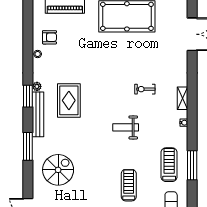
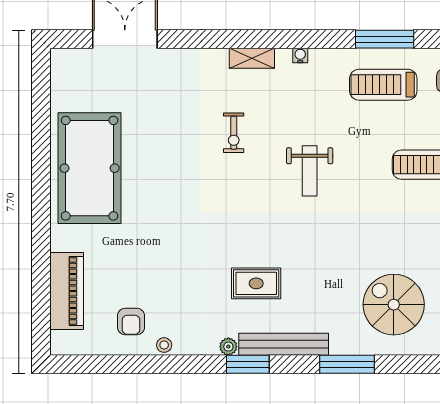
armchair: (50, 37) -> (131, 322), turned 180
rug: (69, 100) -> (256, 283), width x0.73, depth x0.70

